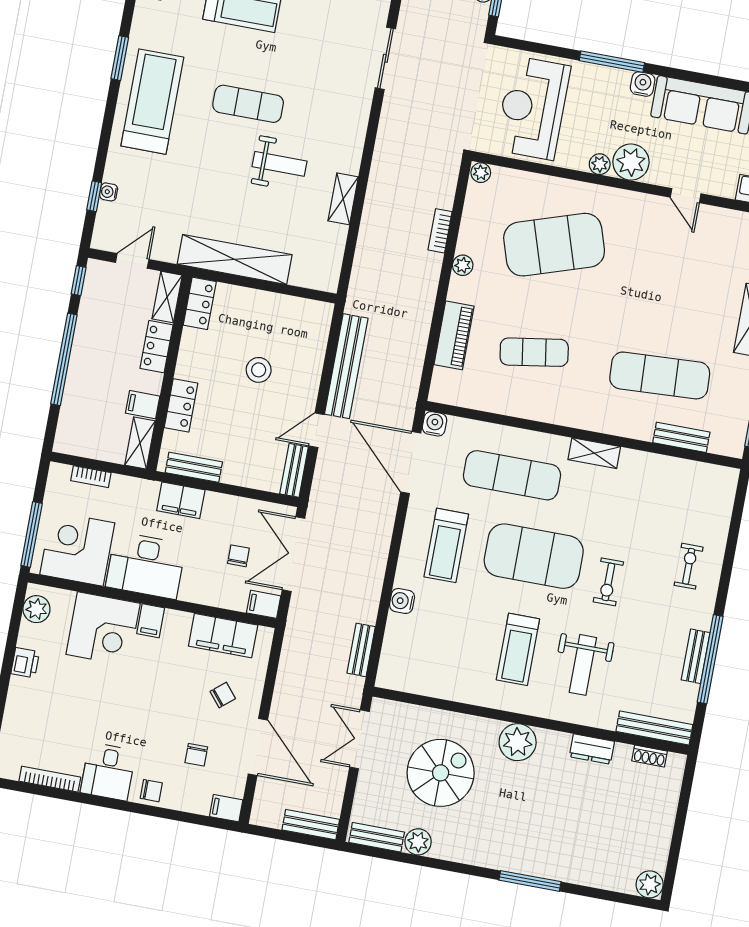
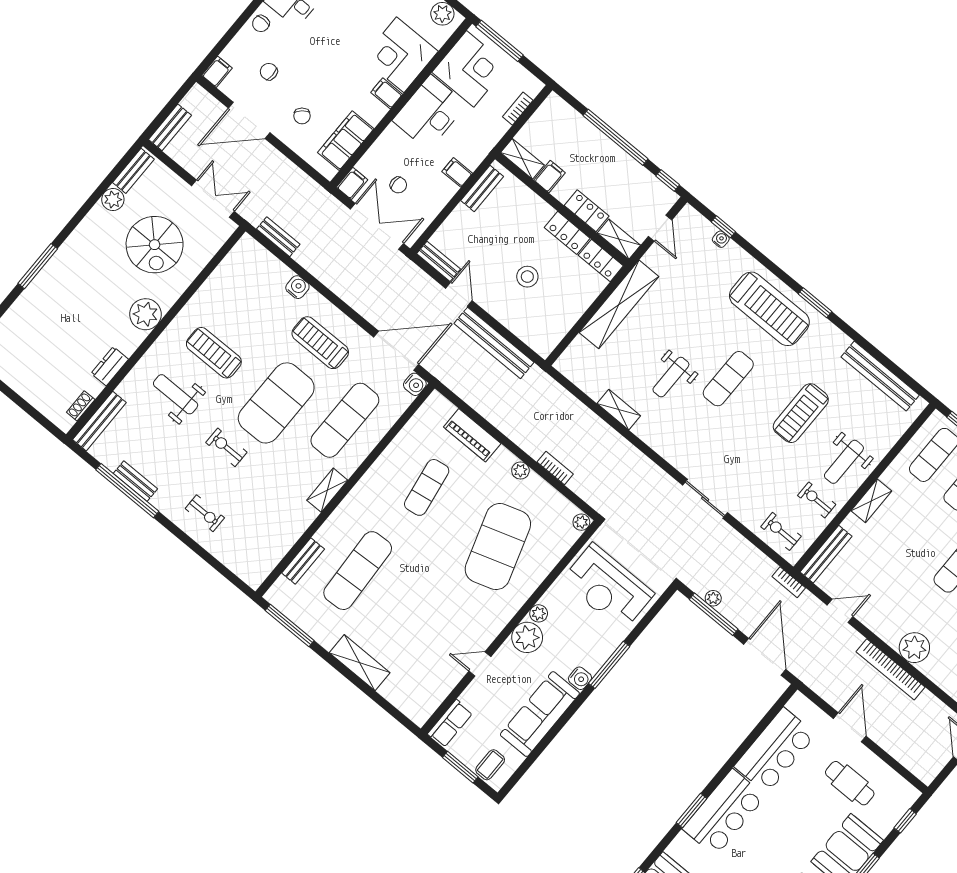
reception desk: (533, 108) -> (608, 587), turned 180
locker: (181, 405) -> (567, 233), moved
filing cabinet: (181, 500) -> (457, 172), width x0.50

